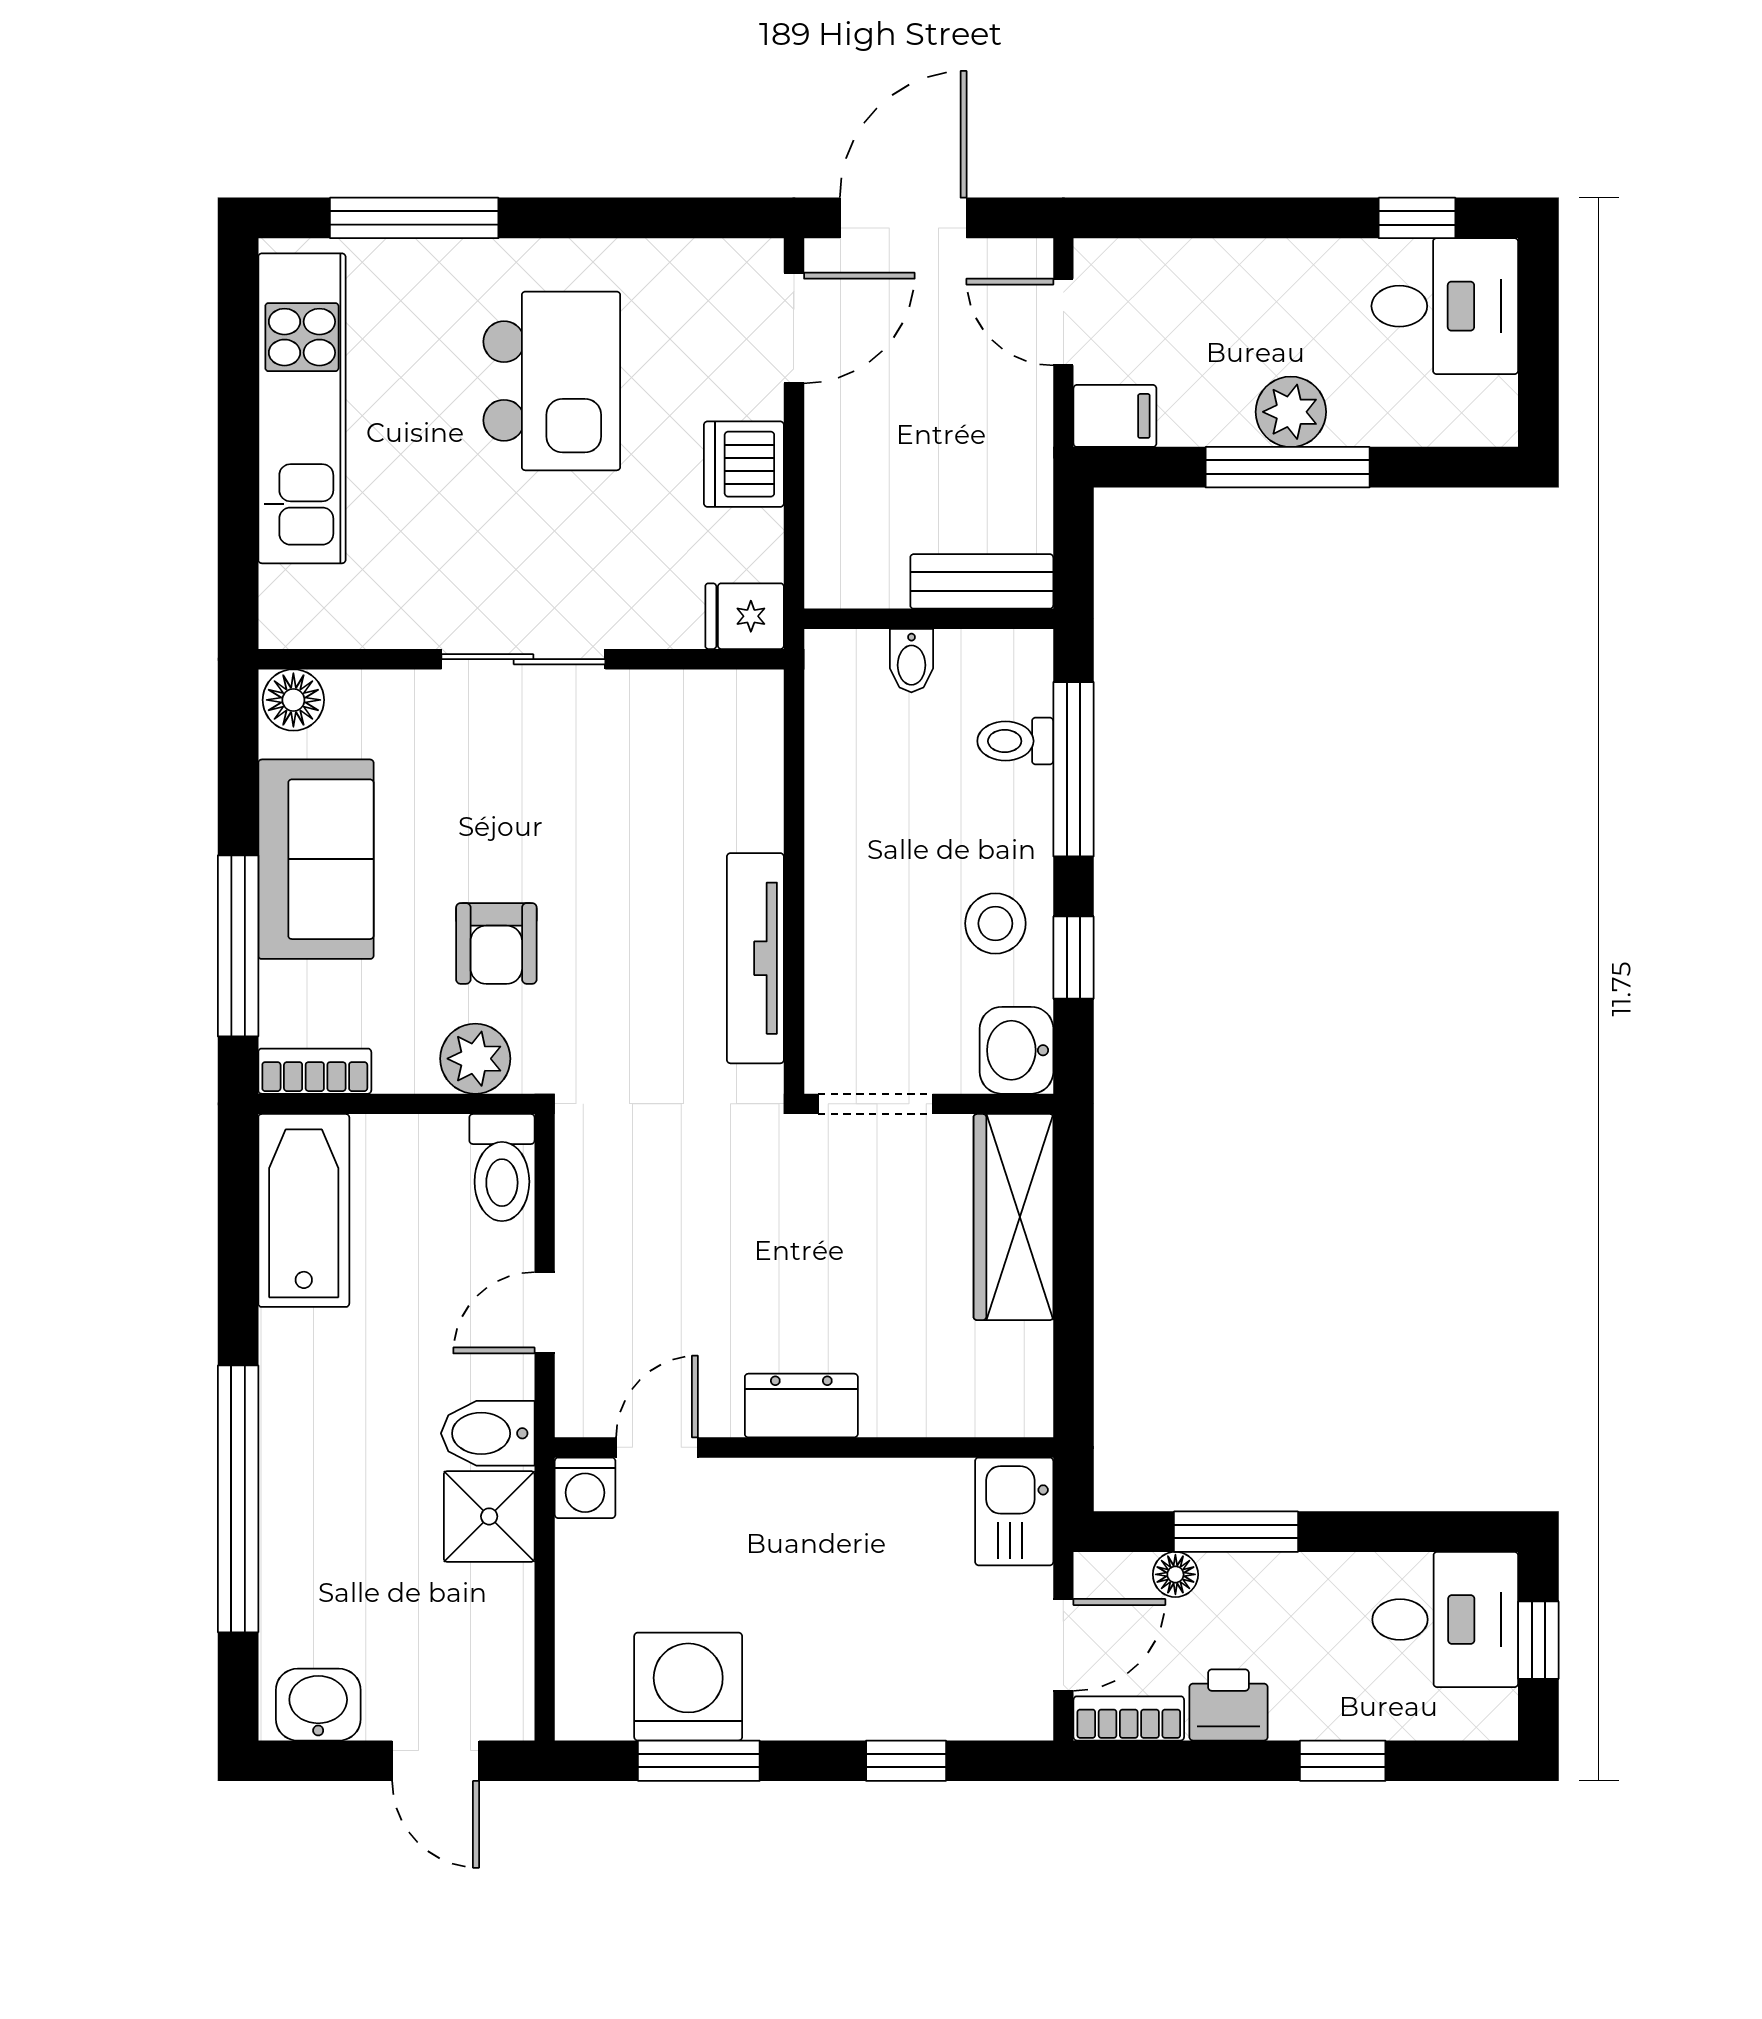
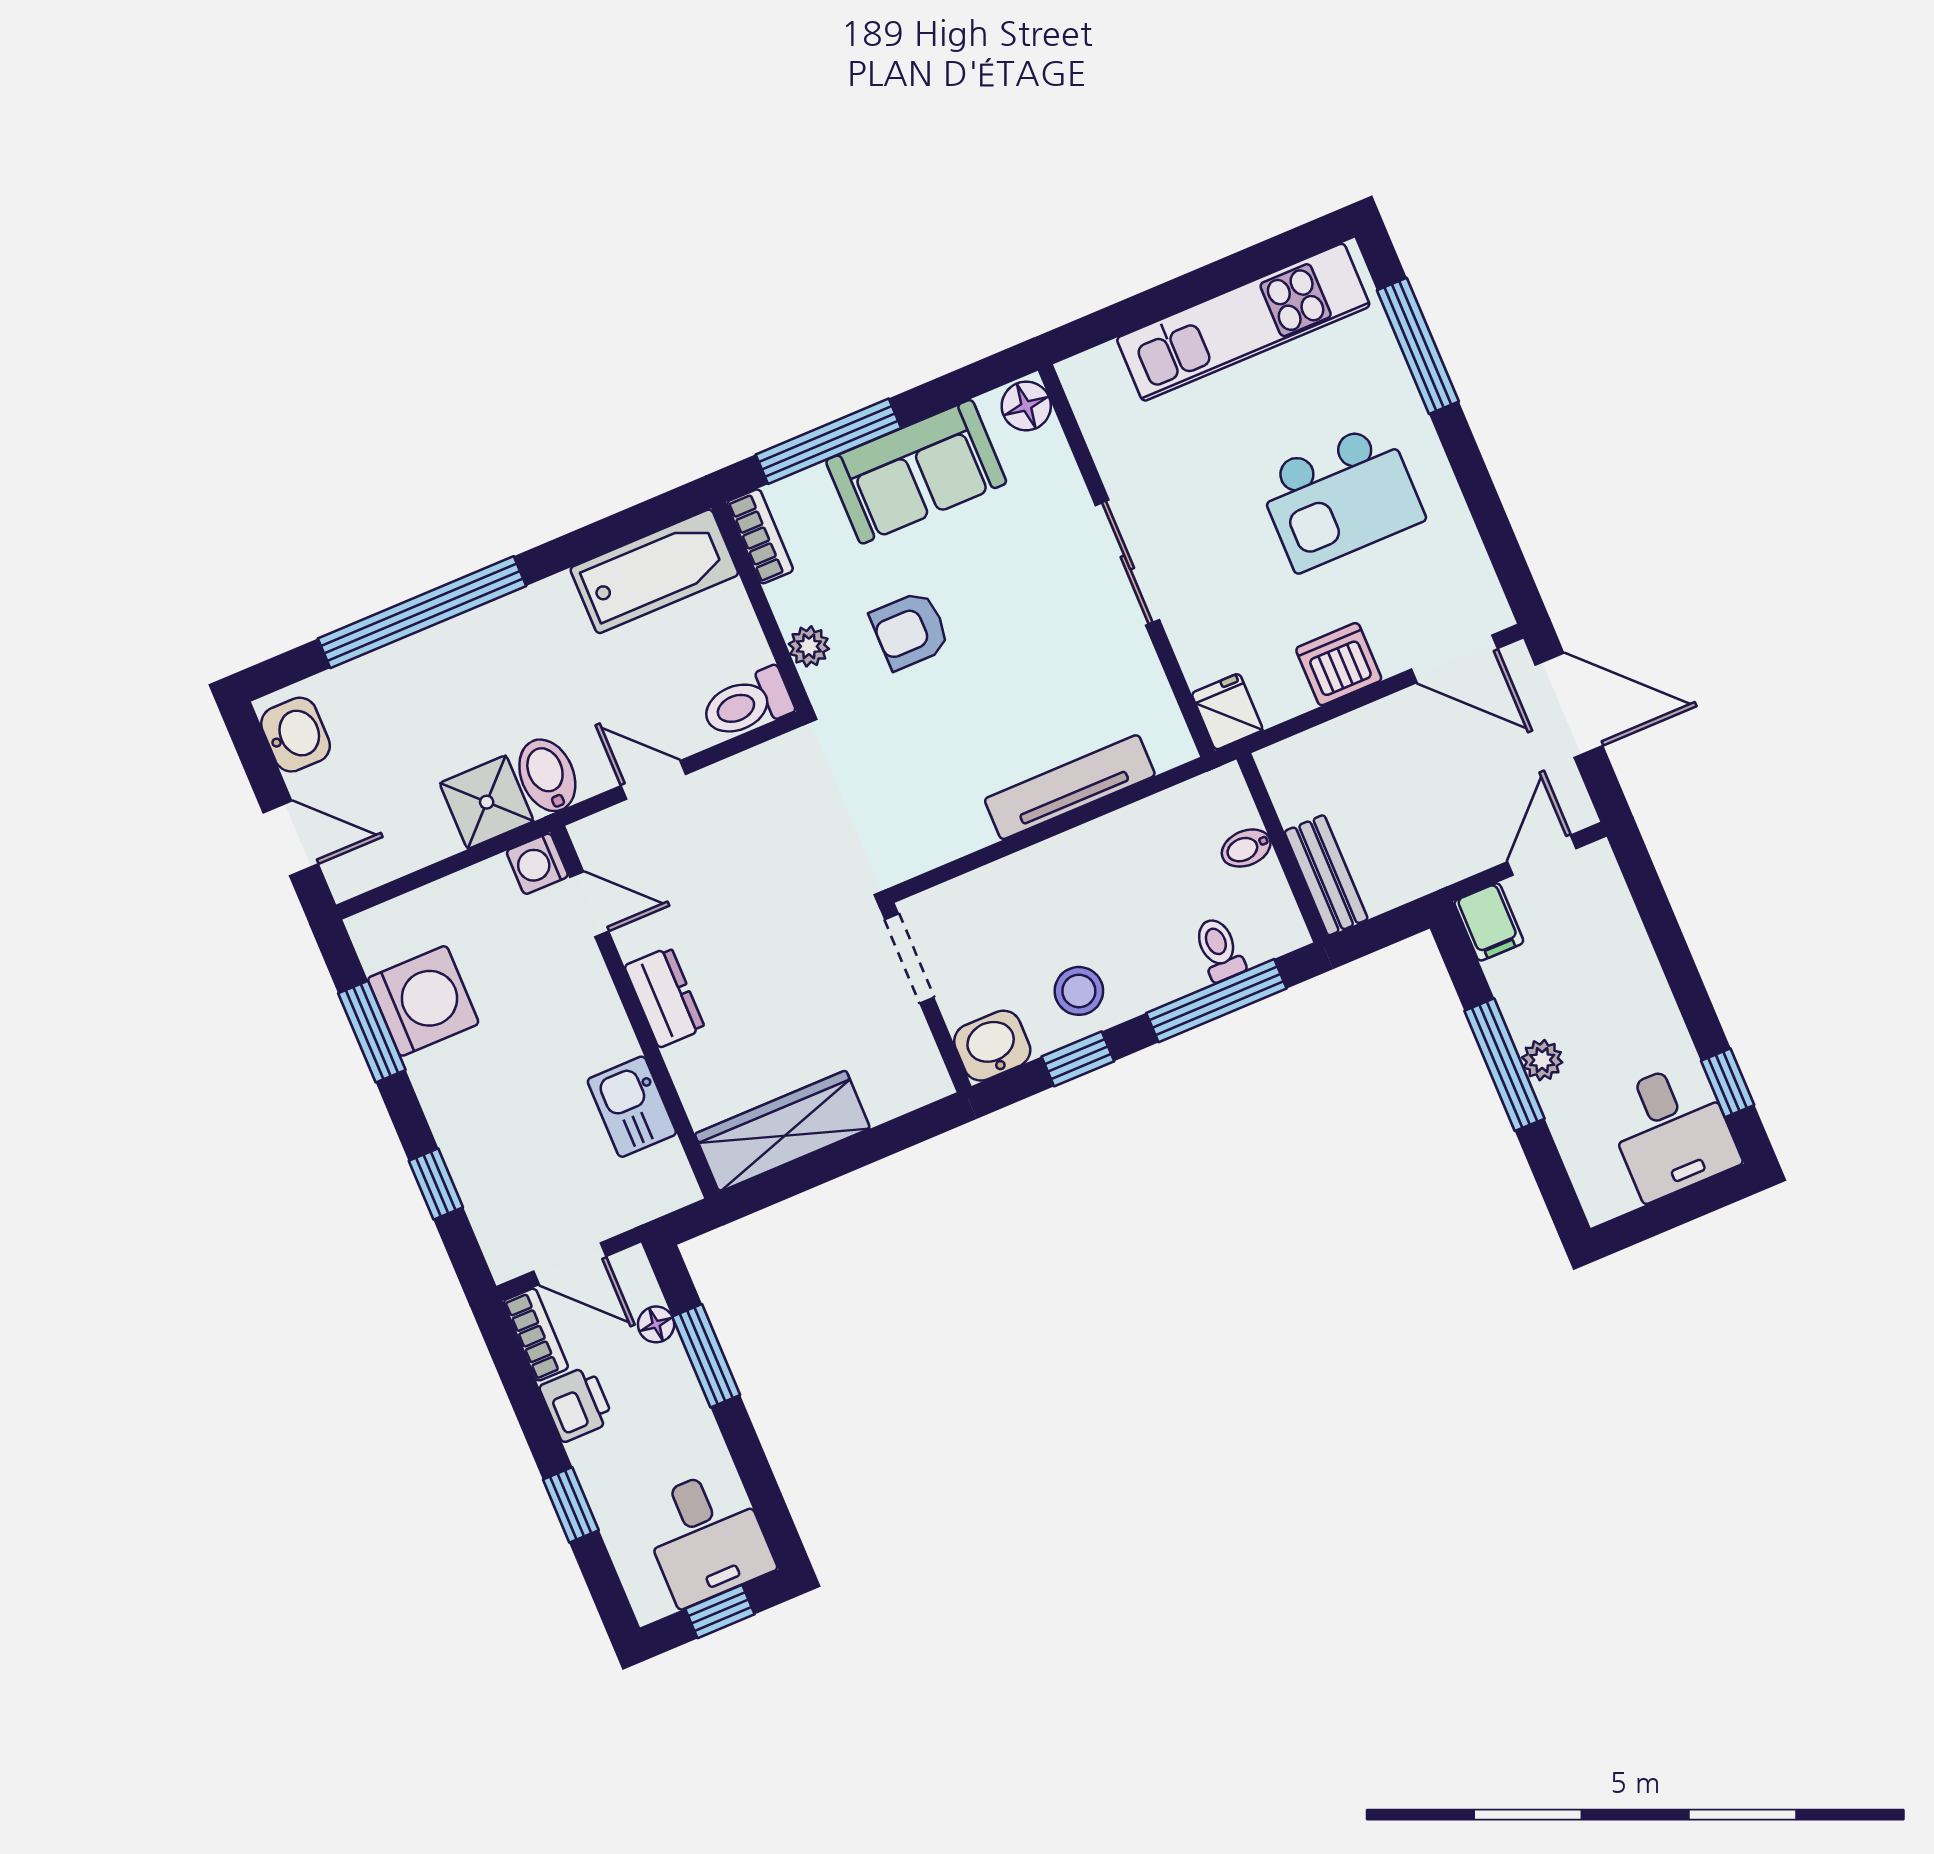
plant: (1291, 412) -> (1542, 1060), width x0.73, depth x0.73
tv unit: (755, 958) -> (1070, 787), moved
plant: (475, 1059) -> (809, 646), width x0.73, depth x0.73
wardrobe: (1013, 1217) -> (783, 1131), moved
kitchen sink: (1014, 1511) -> (632, 1107), moved, turned -90
door: (436, 1761) -> (291, 838), swing flipped

